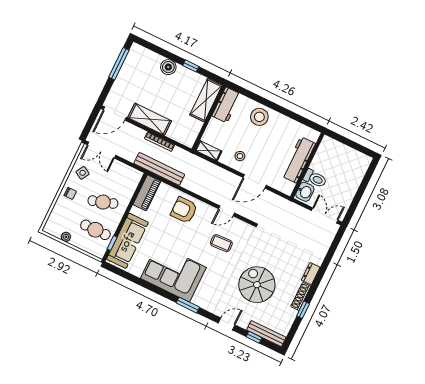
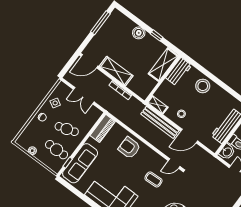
double door: (102, 150) -> (84, 96), moved
bench: (159, 169) -> (160, 122), moved
door: (227, 211) -> (174, 163), moved

